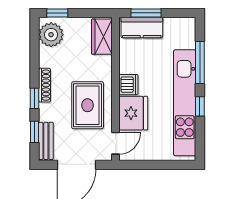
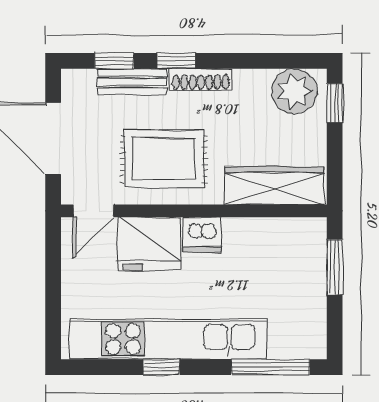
kitchen counter: (142, 27) -> (308, 259), removed
wardrobe: (102, 37) -> (274, 186), width x1.50
window: (200, 63) -> (270, 367), moved
bench: (46, 141) -> (132, 82), moved
door: (116, 143) -> (93, 211), hinge flipped

